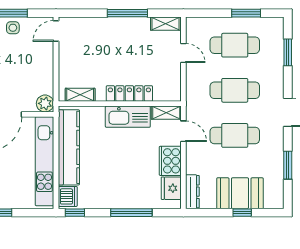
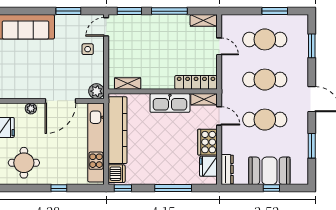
window: (82, 13) -> (129, 11), added
side table: (13, 28) -> (88, 49), moved
locker: (129, 93) -> (196, 82), moved

